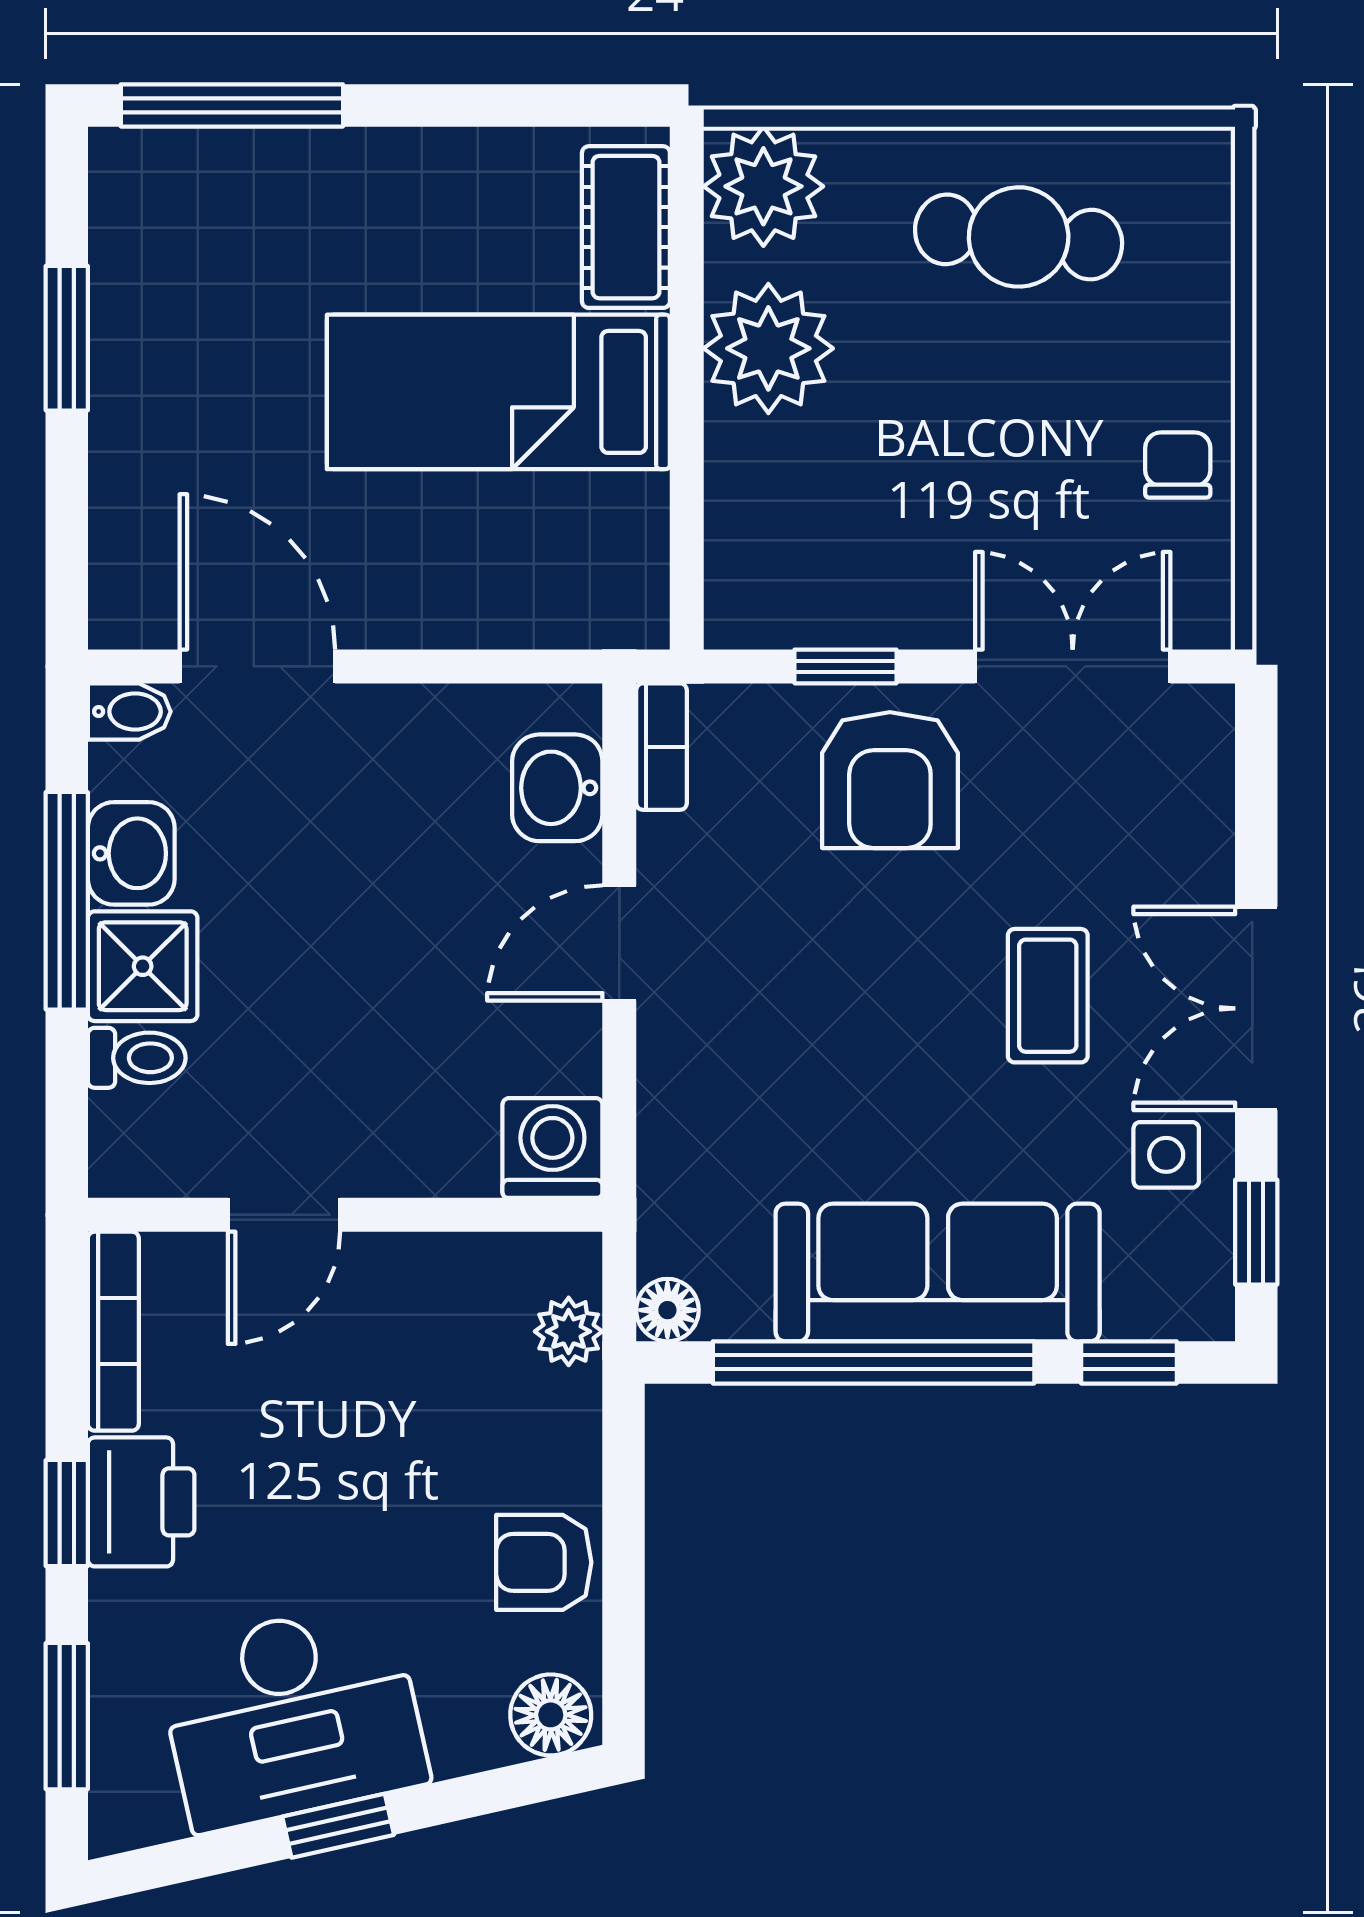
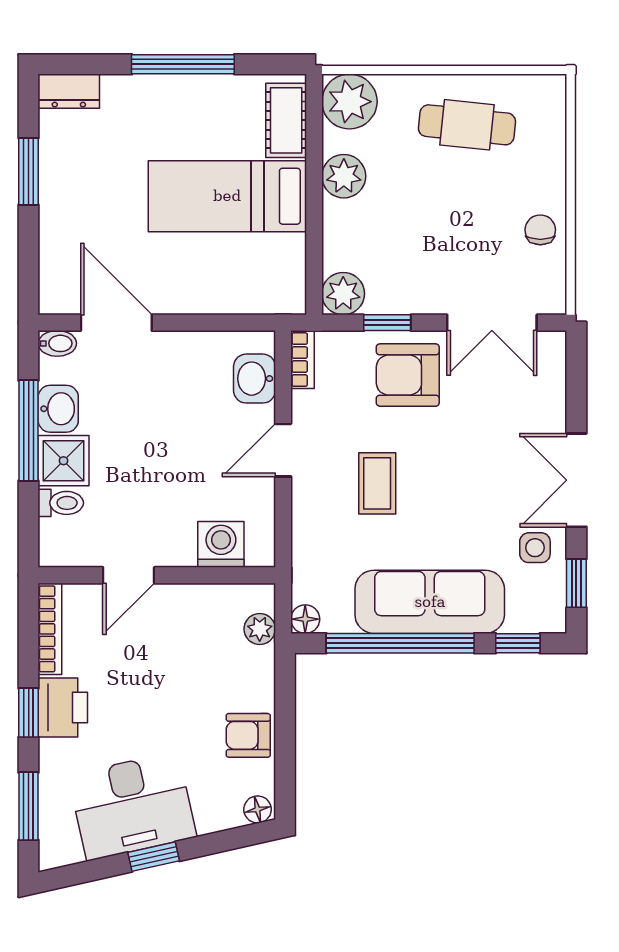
window: (232, 105) -> (183, 64), moved
dresser: (154, 164) -> (69, 91), added
plant: (768, 348) -> (344, 176), width x0.73, depth x0.73
plant: (750, 603) -> (343, 294), added
double door: (1073, 666) -> (492, 323), swing flipped
armchair: (890, 780) -> (408, 375), turned 90
coffee table: (1048, 996) -> (377, 483), moved
washing machine: (552, 1148) -> (221, 544), moved
floor lamp: (551, 1715) -> (258, 809), width x0.73, depth x0.73

